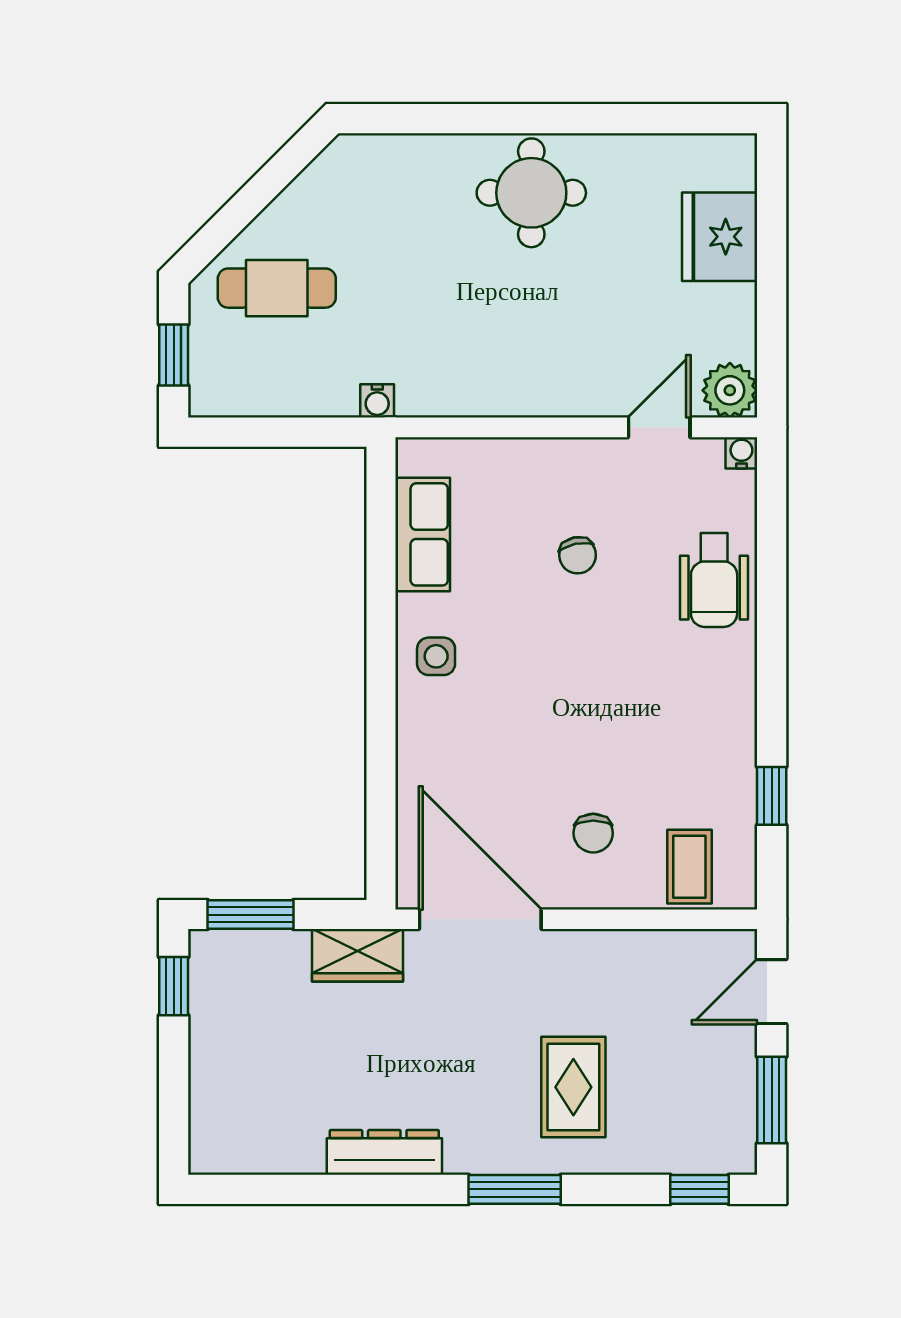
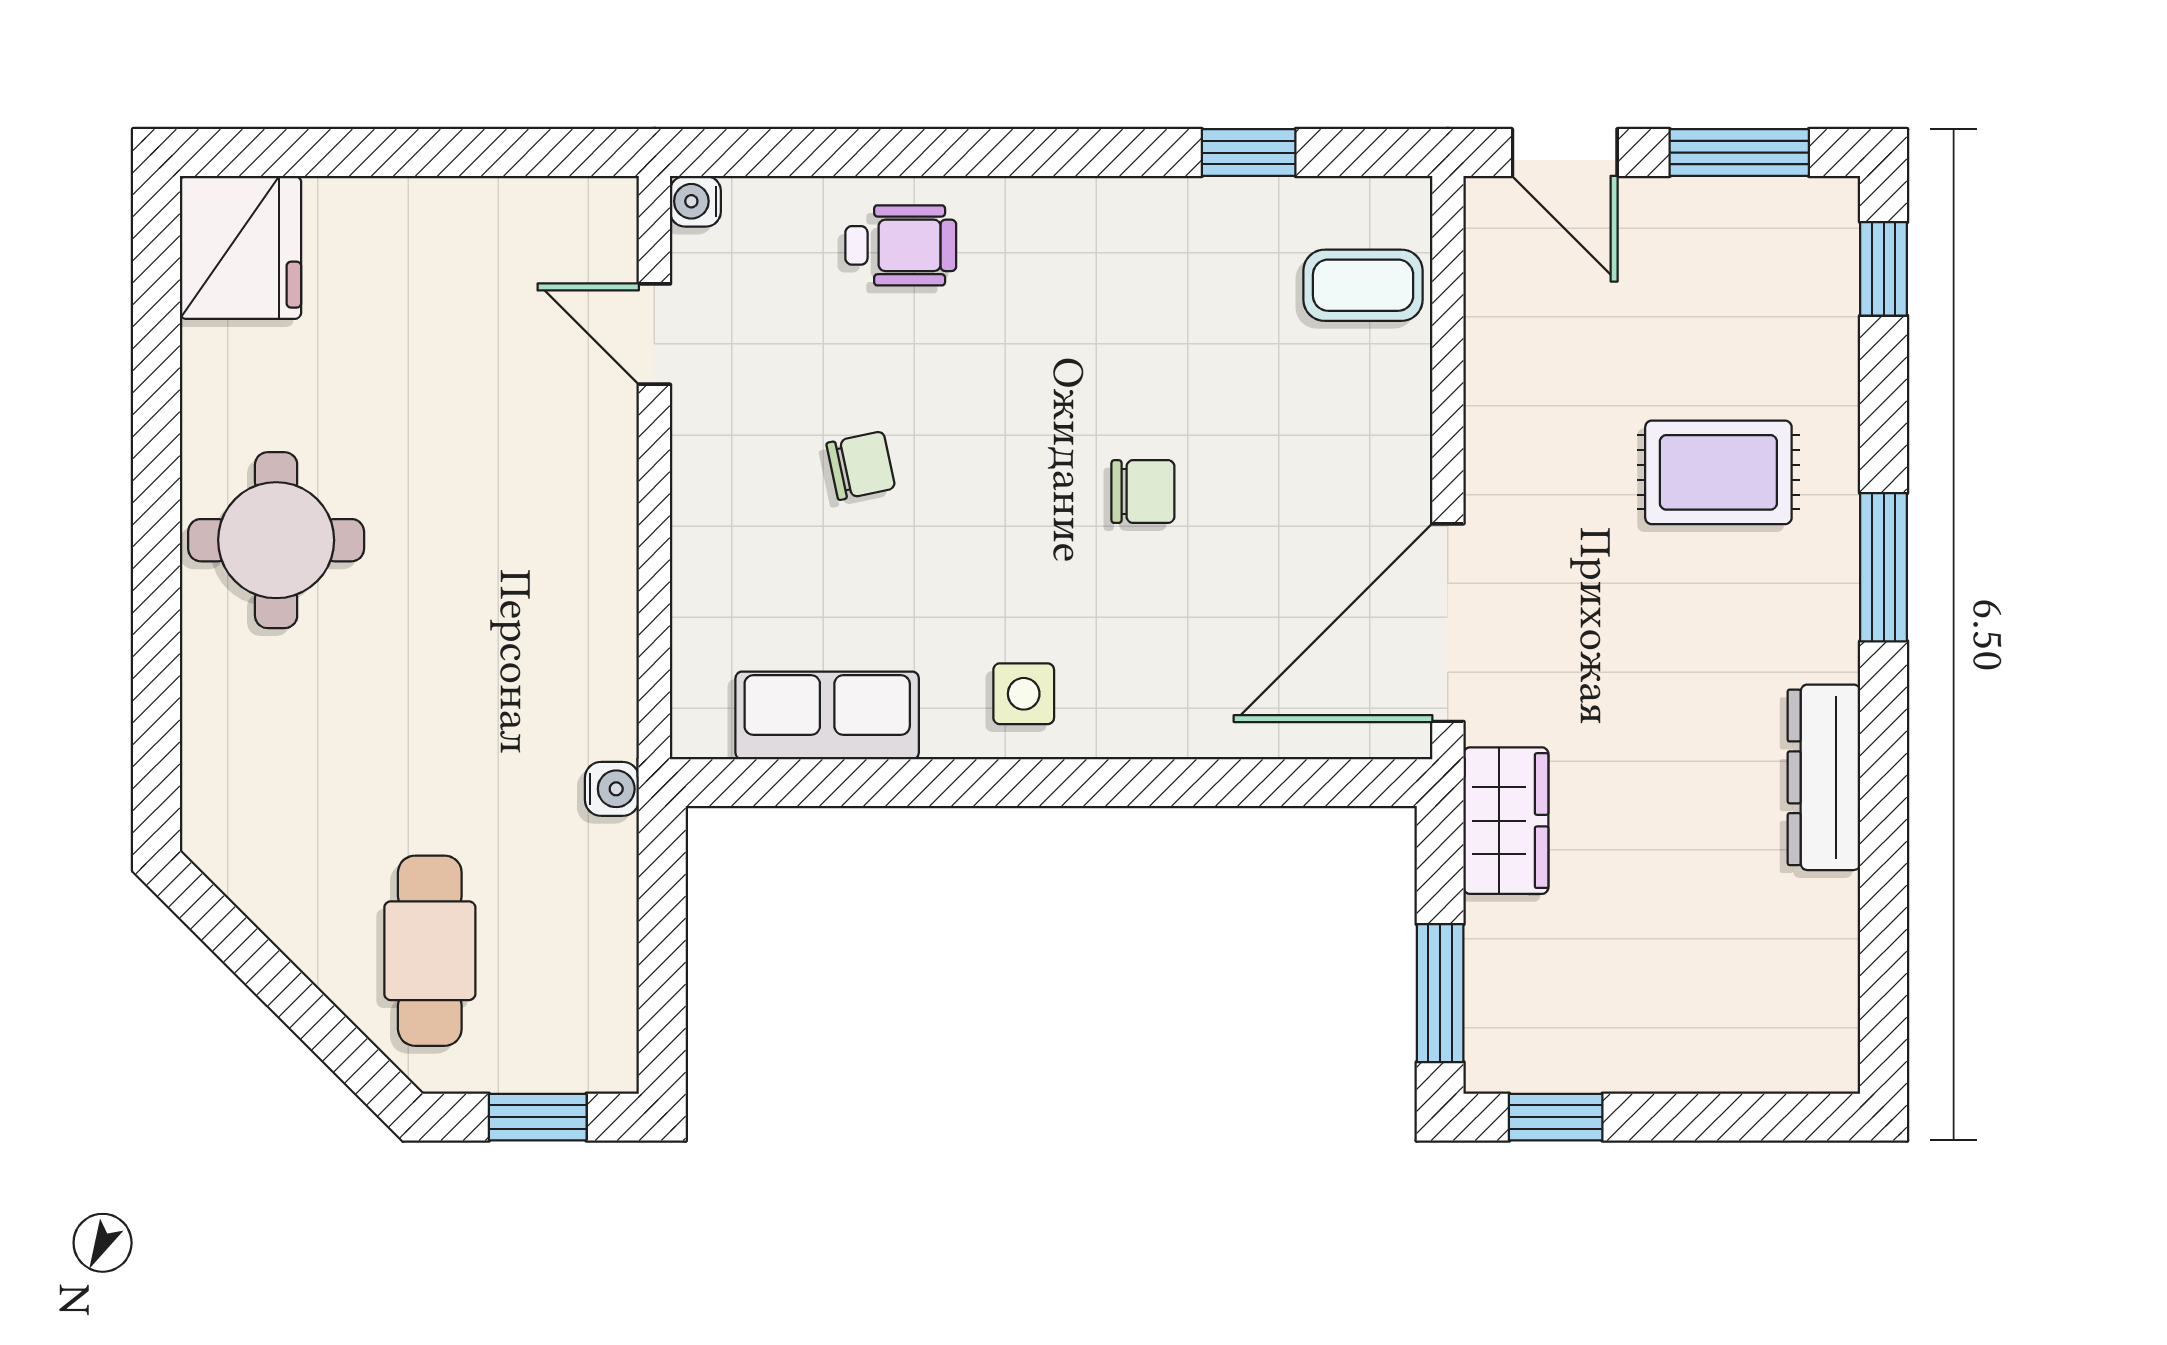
fridge: (720, 237) -> (240, 247), moved, turned -90
plant: (730, 390) -> (595, 220), removed
wheelchair: (714, 580) -> (901, 245), width x0.73, depth x0.73
chair: (593, 833) -> (1143, 492), moved

